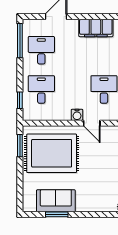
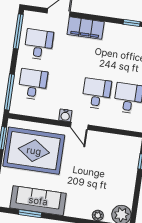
filing cabinet: (96, 28) -> (86, 28), moved
window: (20, 100) -> (9, 92), width x2.17
sofa: (56, 201) -> (38, 201), width x1.36

